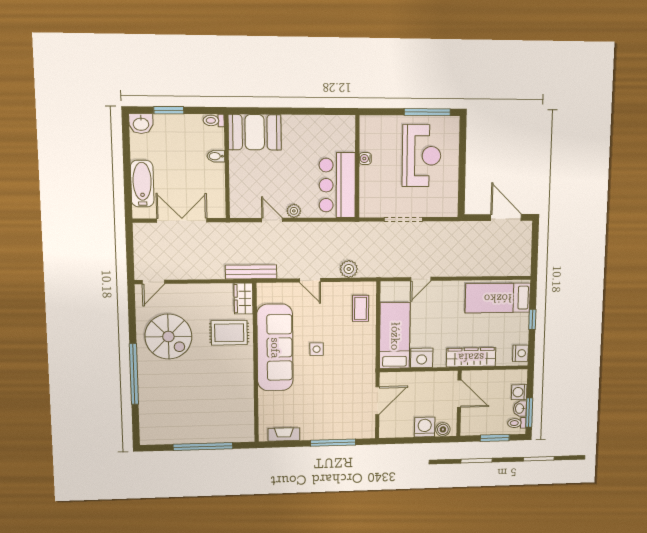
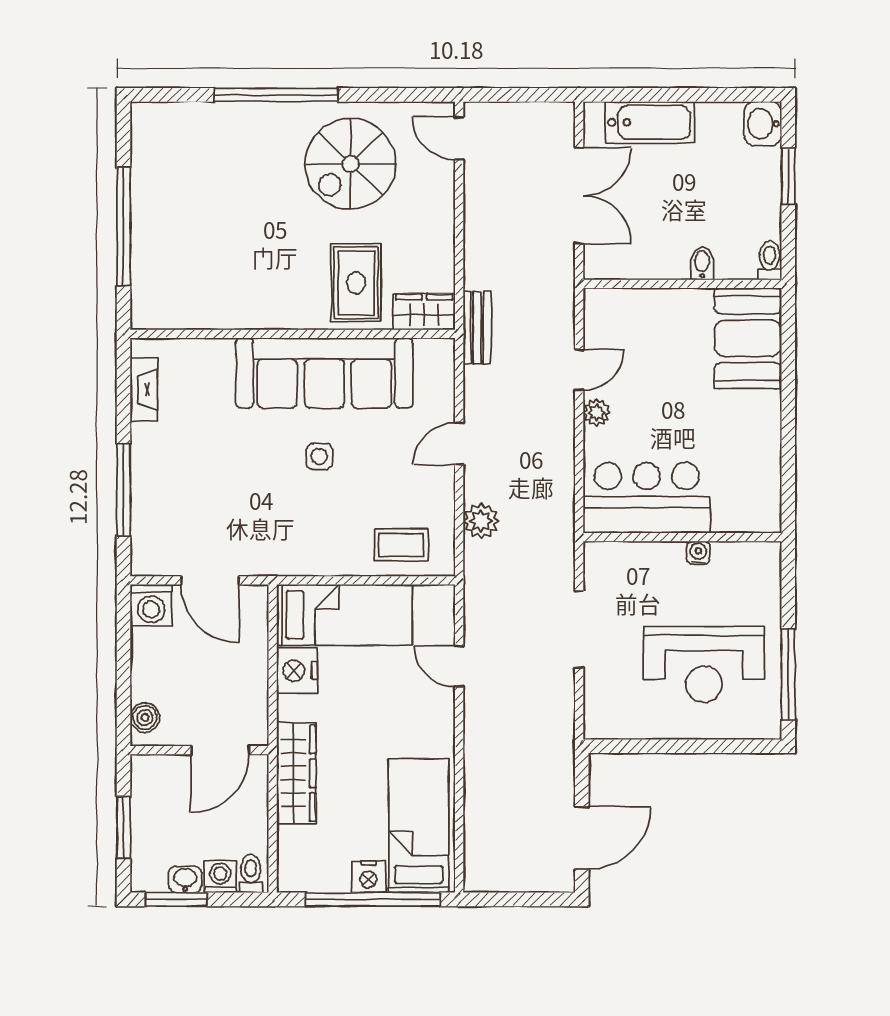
bench: (251, 272) -> (477, 328), width x0.73
window: (532, 319) -> (373, 899), width x3.17
nightstand: (520, 353) -> (368, 877), moved
toilet: (517, 423) -> (251, 874), moved
washing machine: (425, 427) -> (151, 605), moved, turned 90

